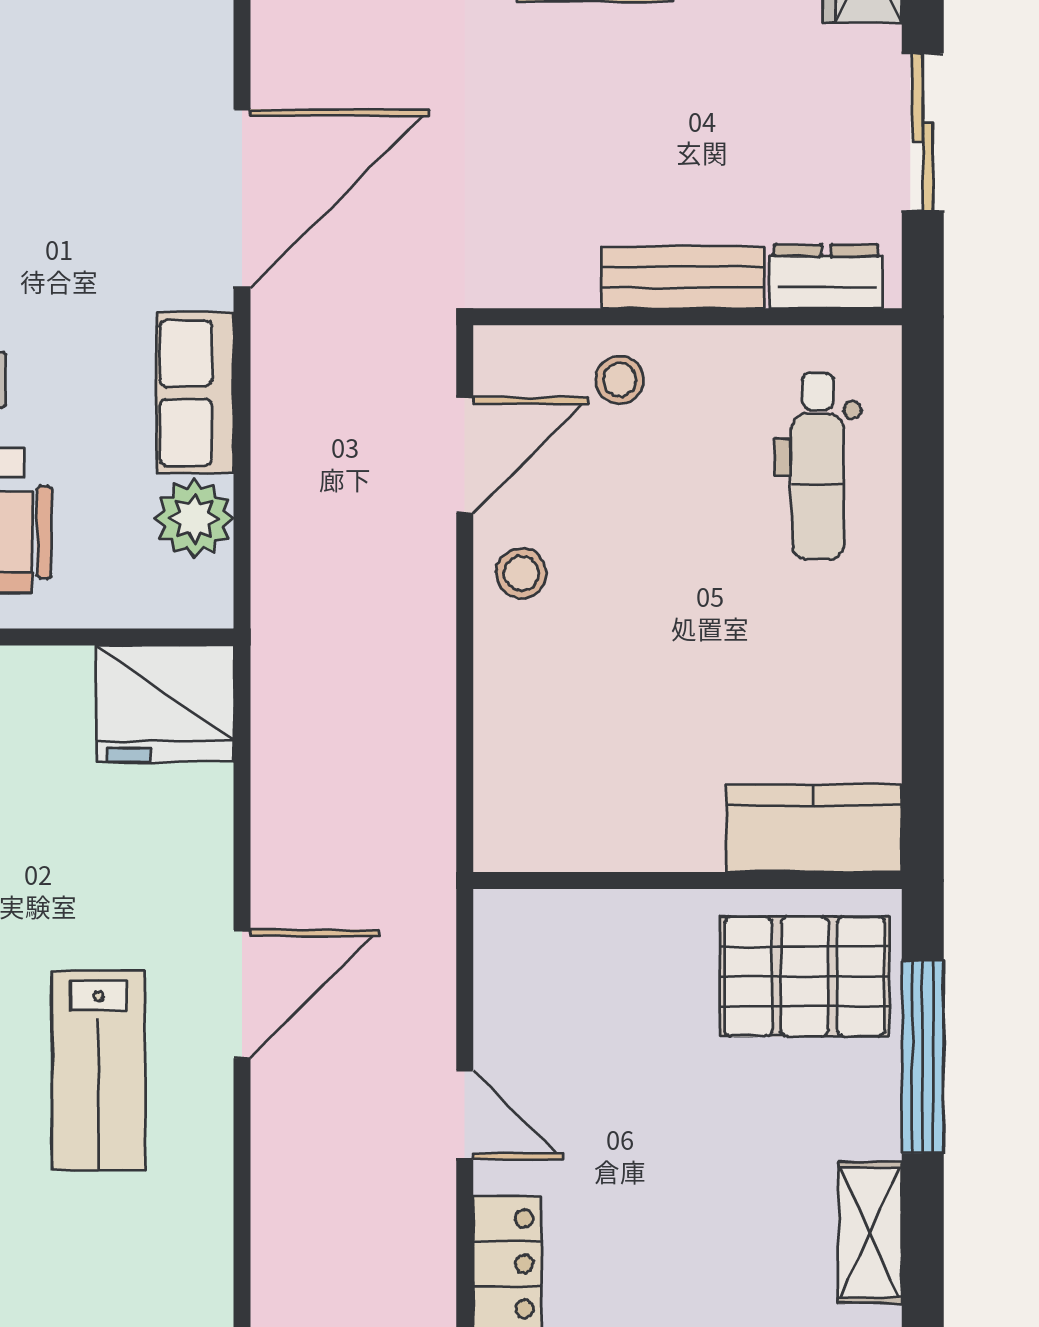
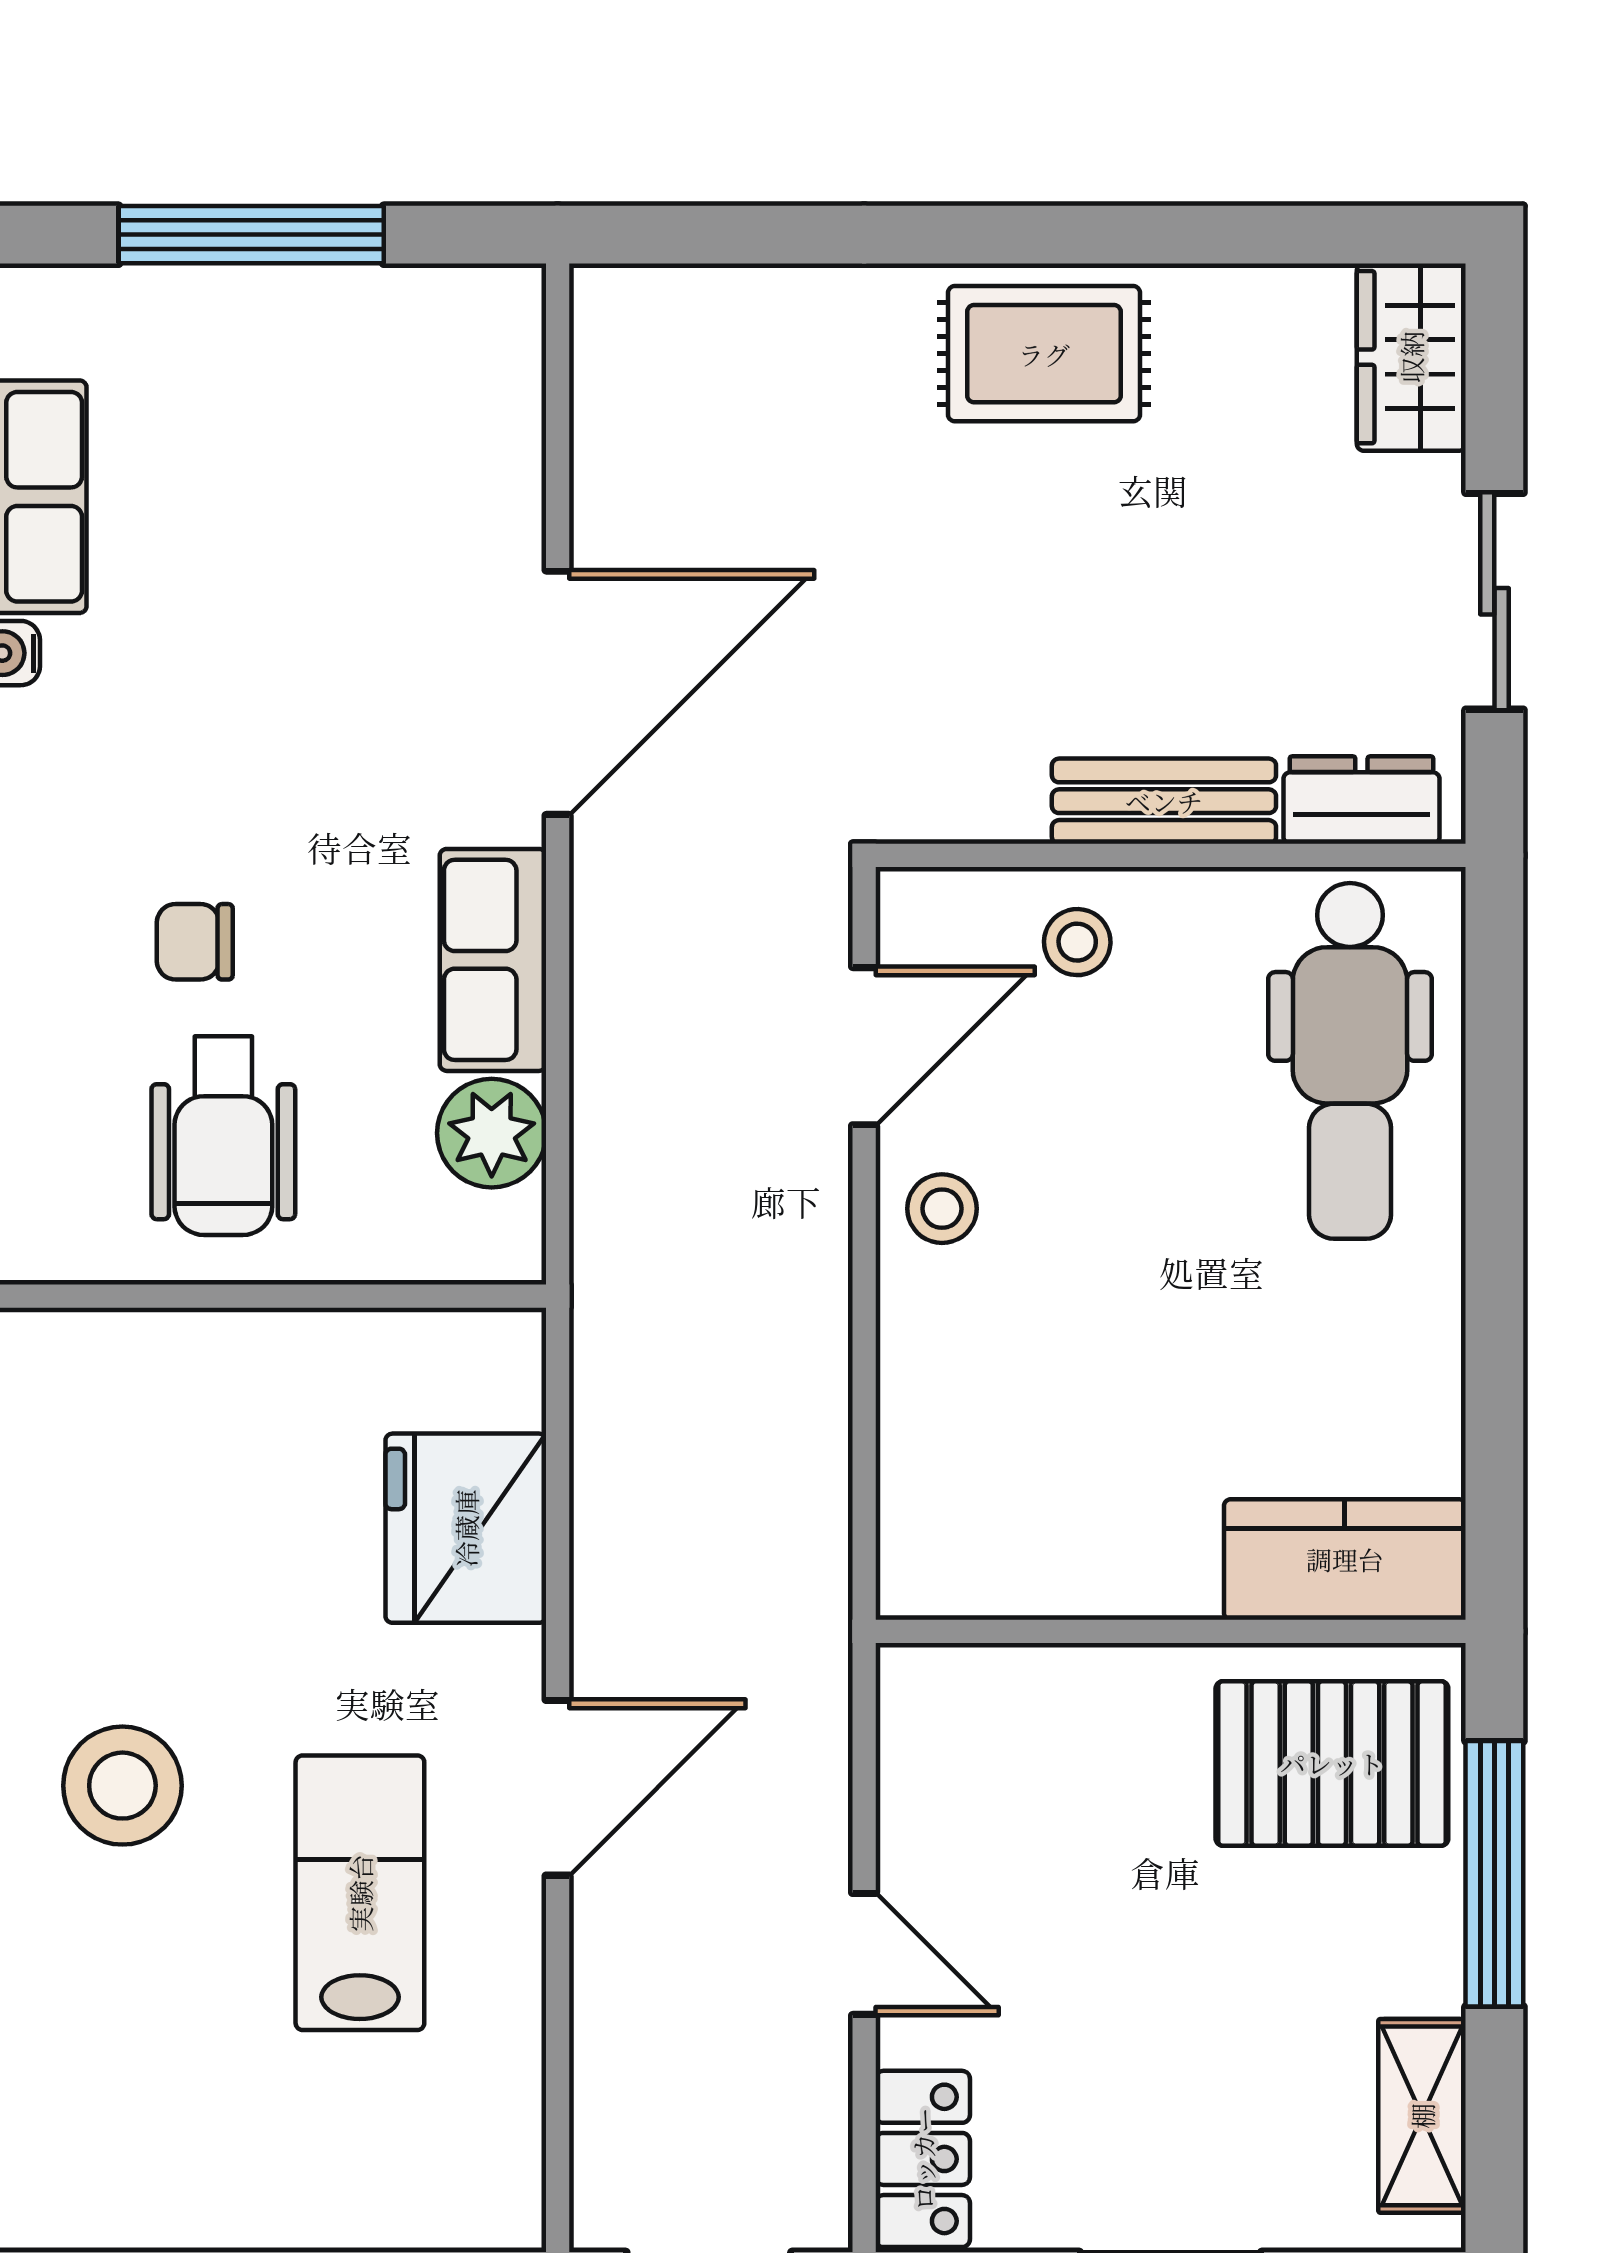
dental chair: (818, 466) -> (1350, 1061), width x1.36, depth x1.38
fridge: (165, 704) -> (466, 1528), moved, turned 90
lab bench: (99, 1070) -> (360, 1893), turned 180

